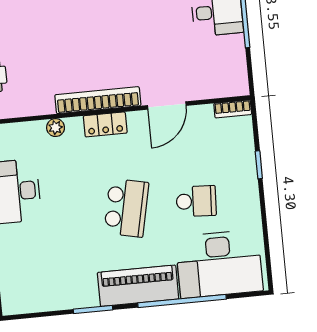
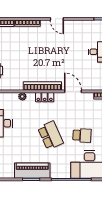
door: (167, 106) -> (73, 91), swing flipped
school desk: (126, 208) -> (50, 135), turned -36
piano: (138, 286) -> (32, 171), moved

